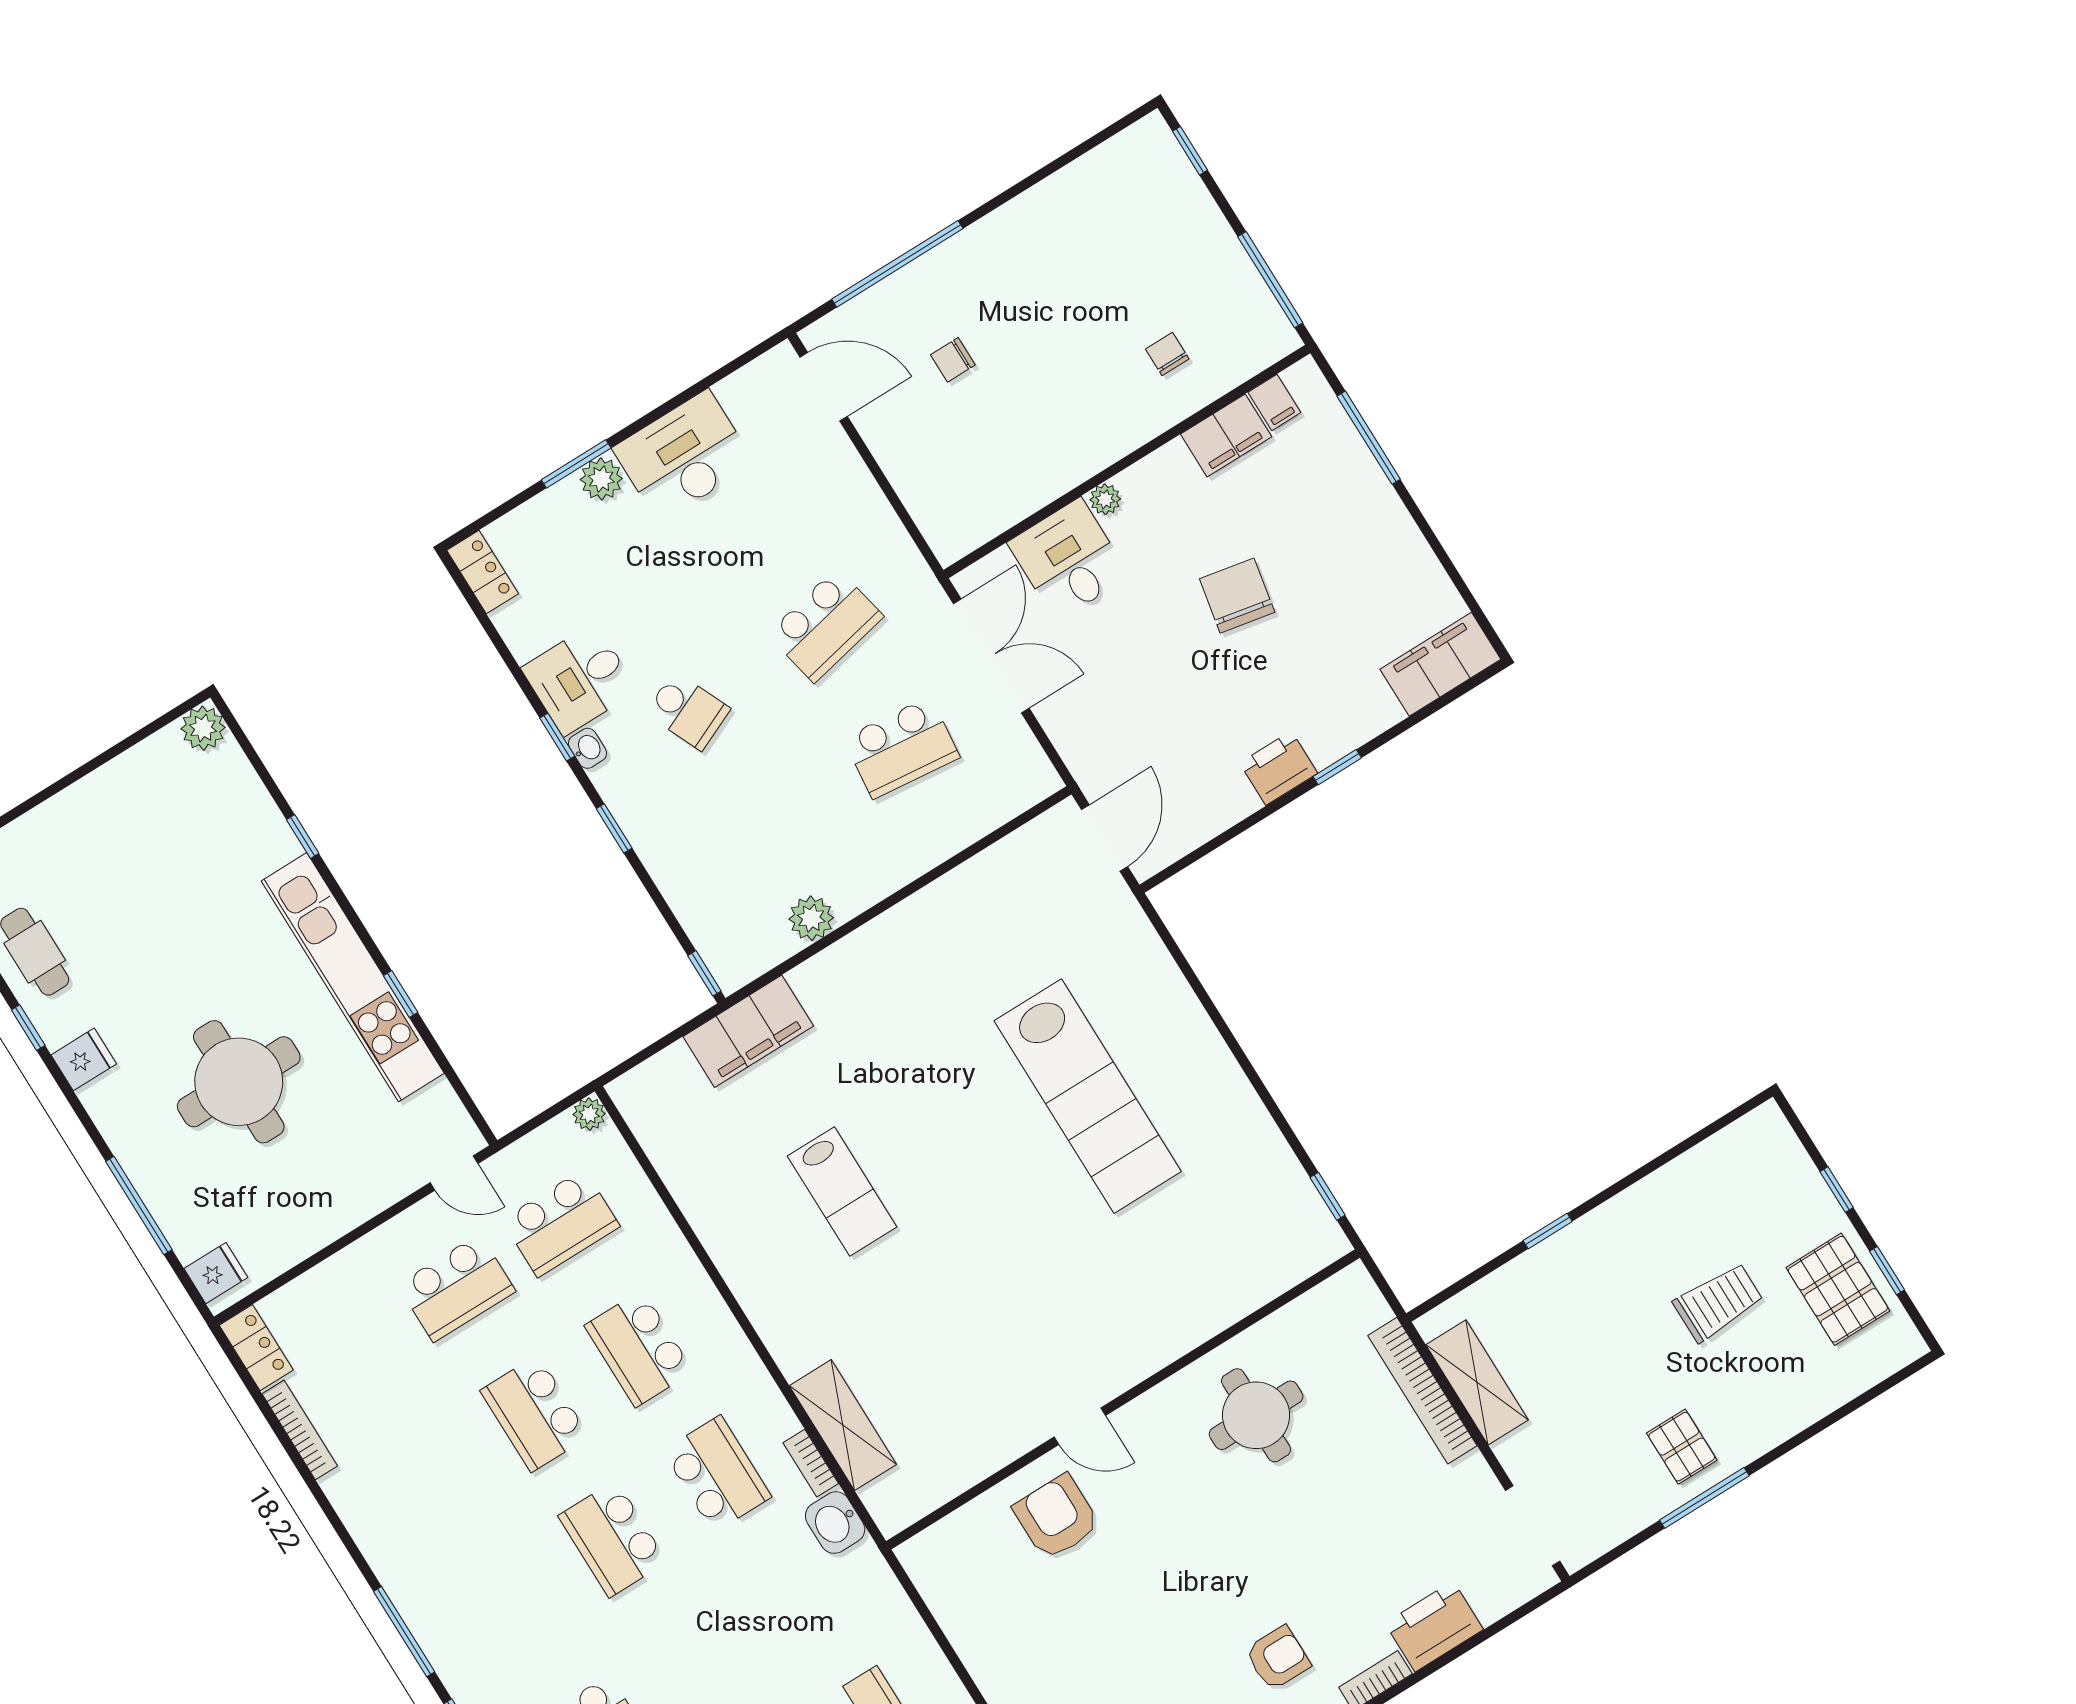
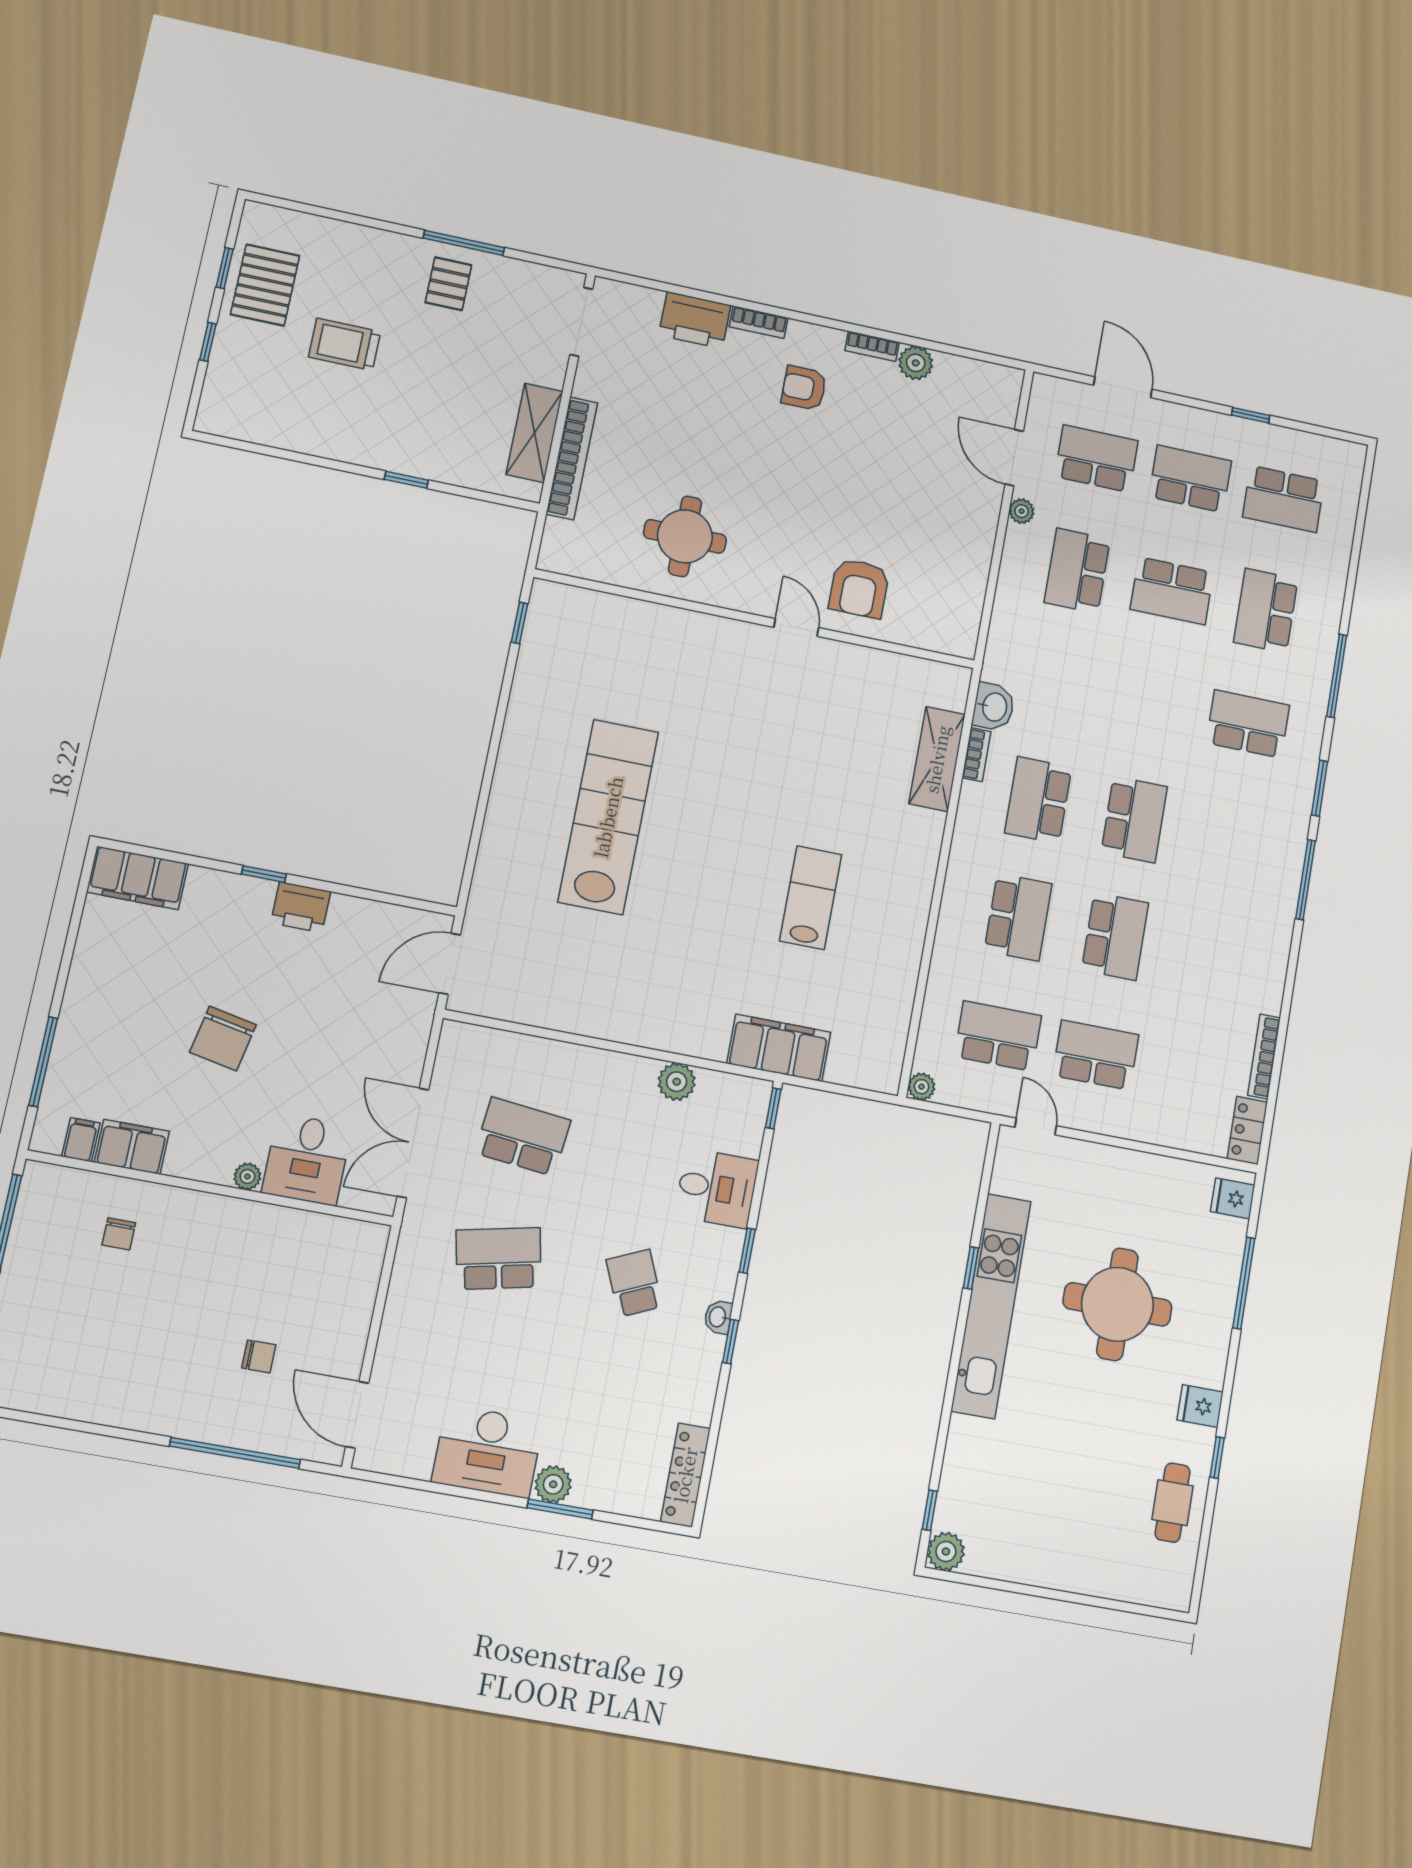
locker: (483, 572) -> (685, 1475), width x1.53
desk: (579, 679) -> (717, 1188), moved
window: (303, 837) -> (930, 1510), moved

